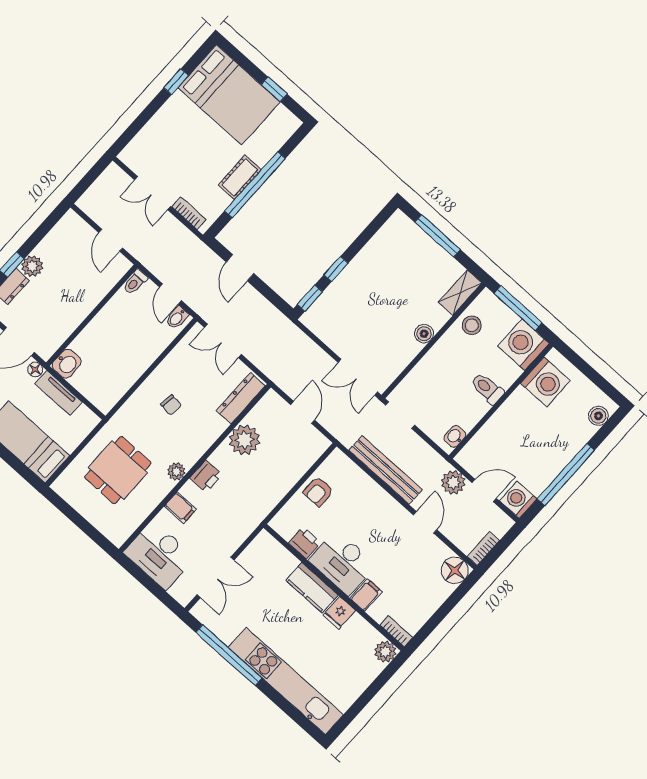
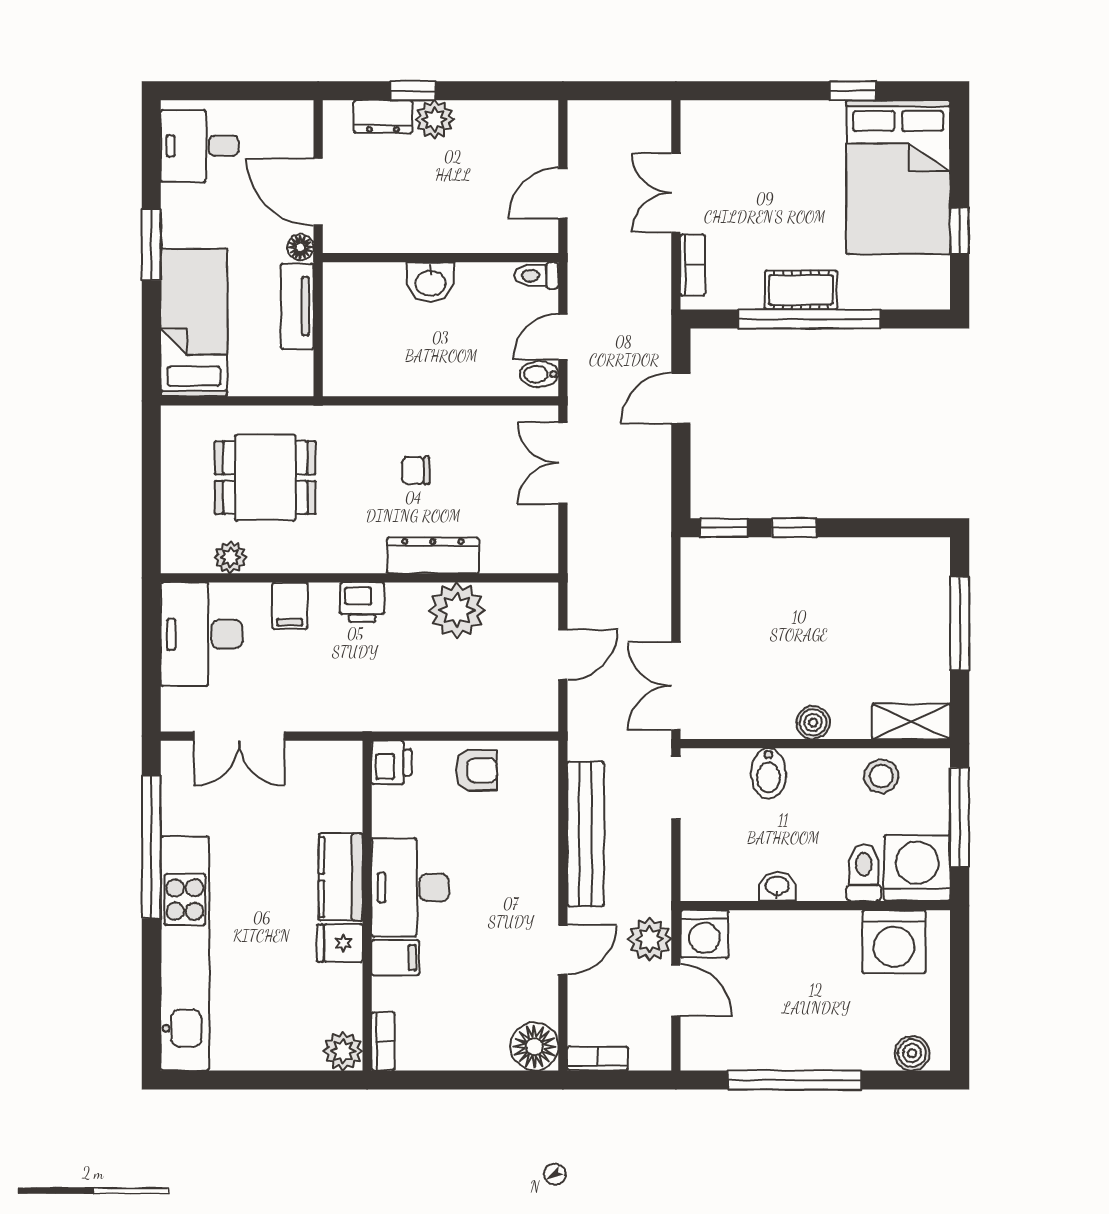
washbasin: (67, 364) -> (431, 282), moved
bidet: (429, 371) -> (768, 773), added
toilet: (487, 389) -> (864, 872), moved
dresser: (241, 398) -> (433, 555), moved
chair: (171, 405) -> (416, 471), turned 83
washbasin: (455, 436) -> (777, 886), moved
plant: (176, 472) -> (230, 557), moved
armchair: (318, 491) -> (476, 770), turned 180
washing machine: (518, 500) -> (704, 934), moved, turned 180
printer: (305, 543) -> (392, 763), moved

